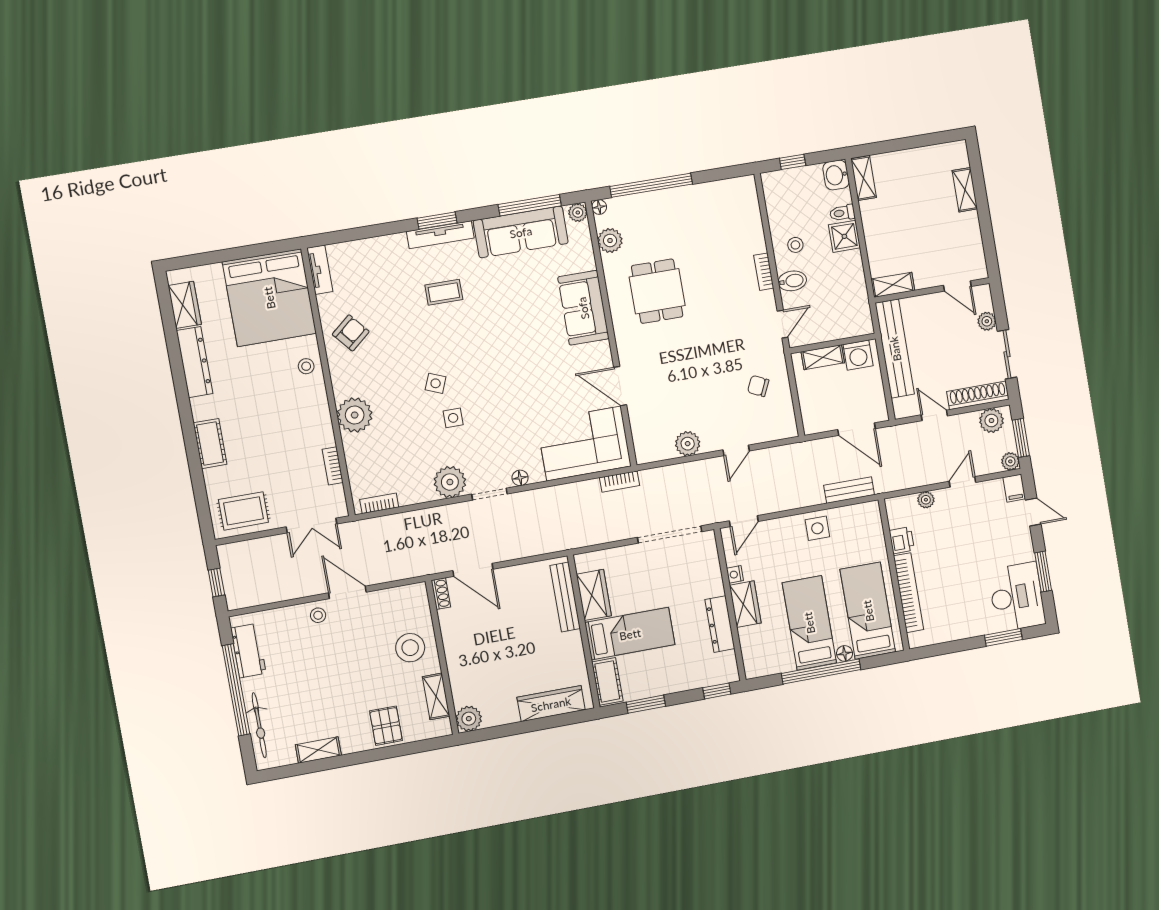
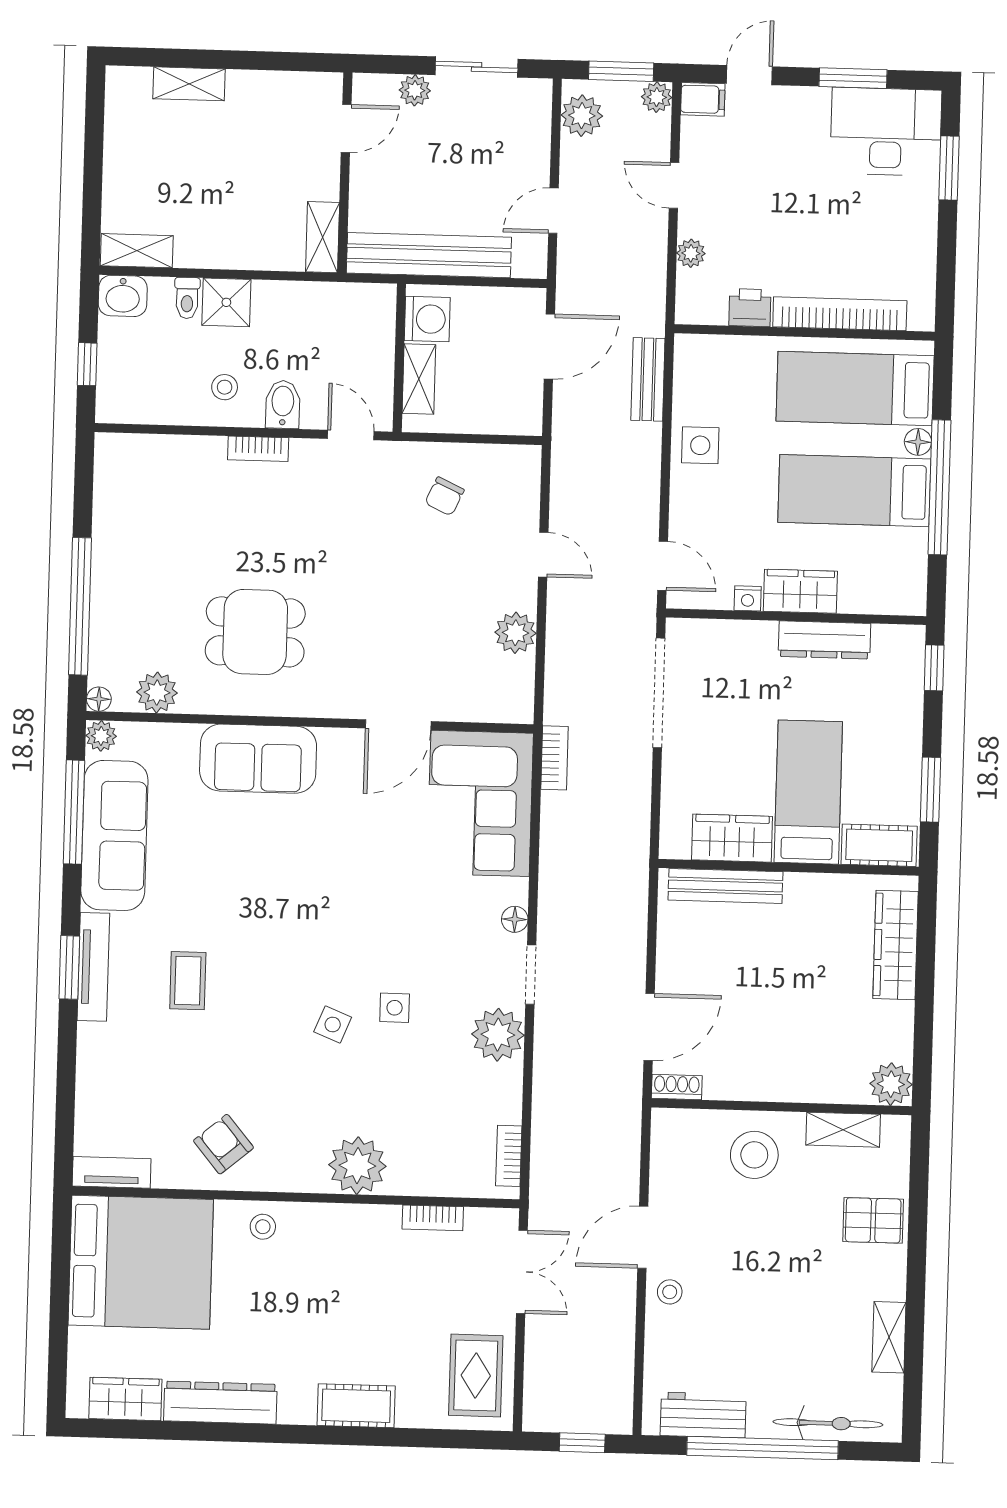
shoe rack: (978, 395) -> (535, 130), removed

